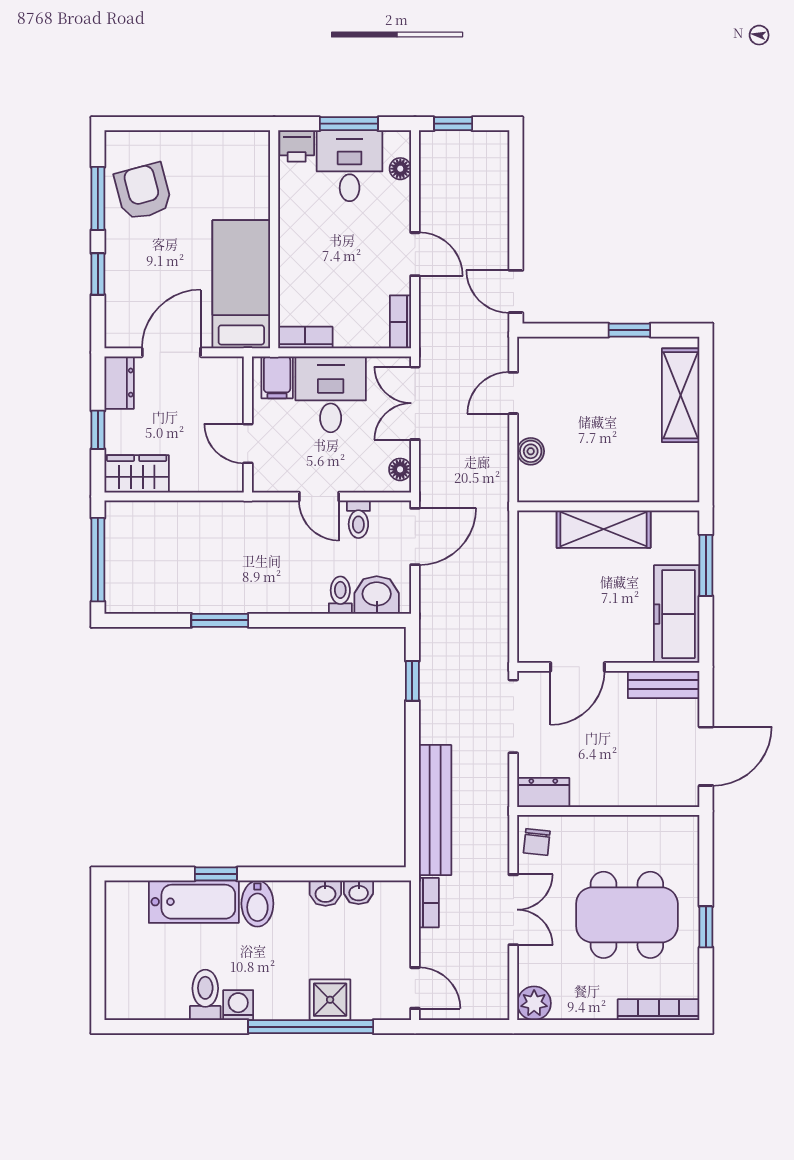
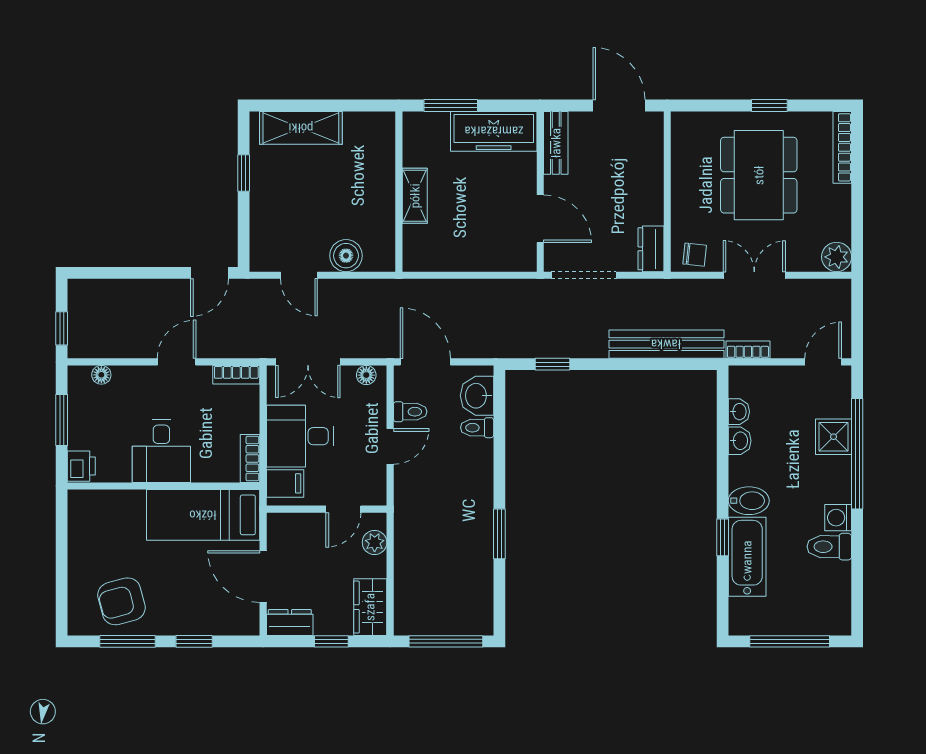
desk: (350, 166) -> (161, 451), moved, turned -90
boiler: (531, 451) -> (346, 256), width x1.36, depth x1.36
plant: (210, 479) -> (375, 542), added
shelving: (604, 529) -> (415, 196), width x0.67, depth x0.75
window: (98, 950) -> (790, 641), added

